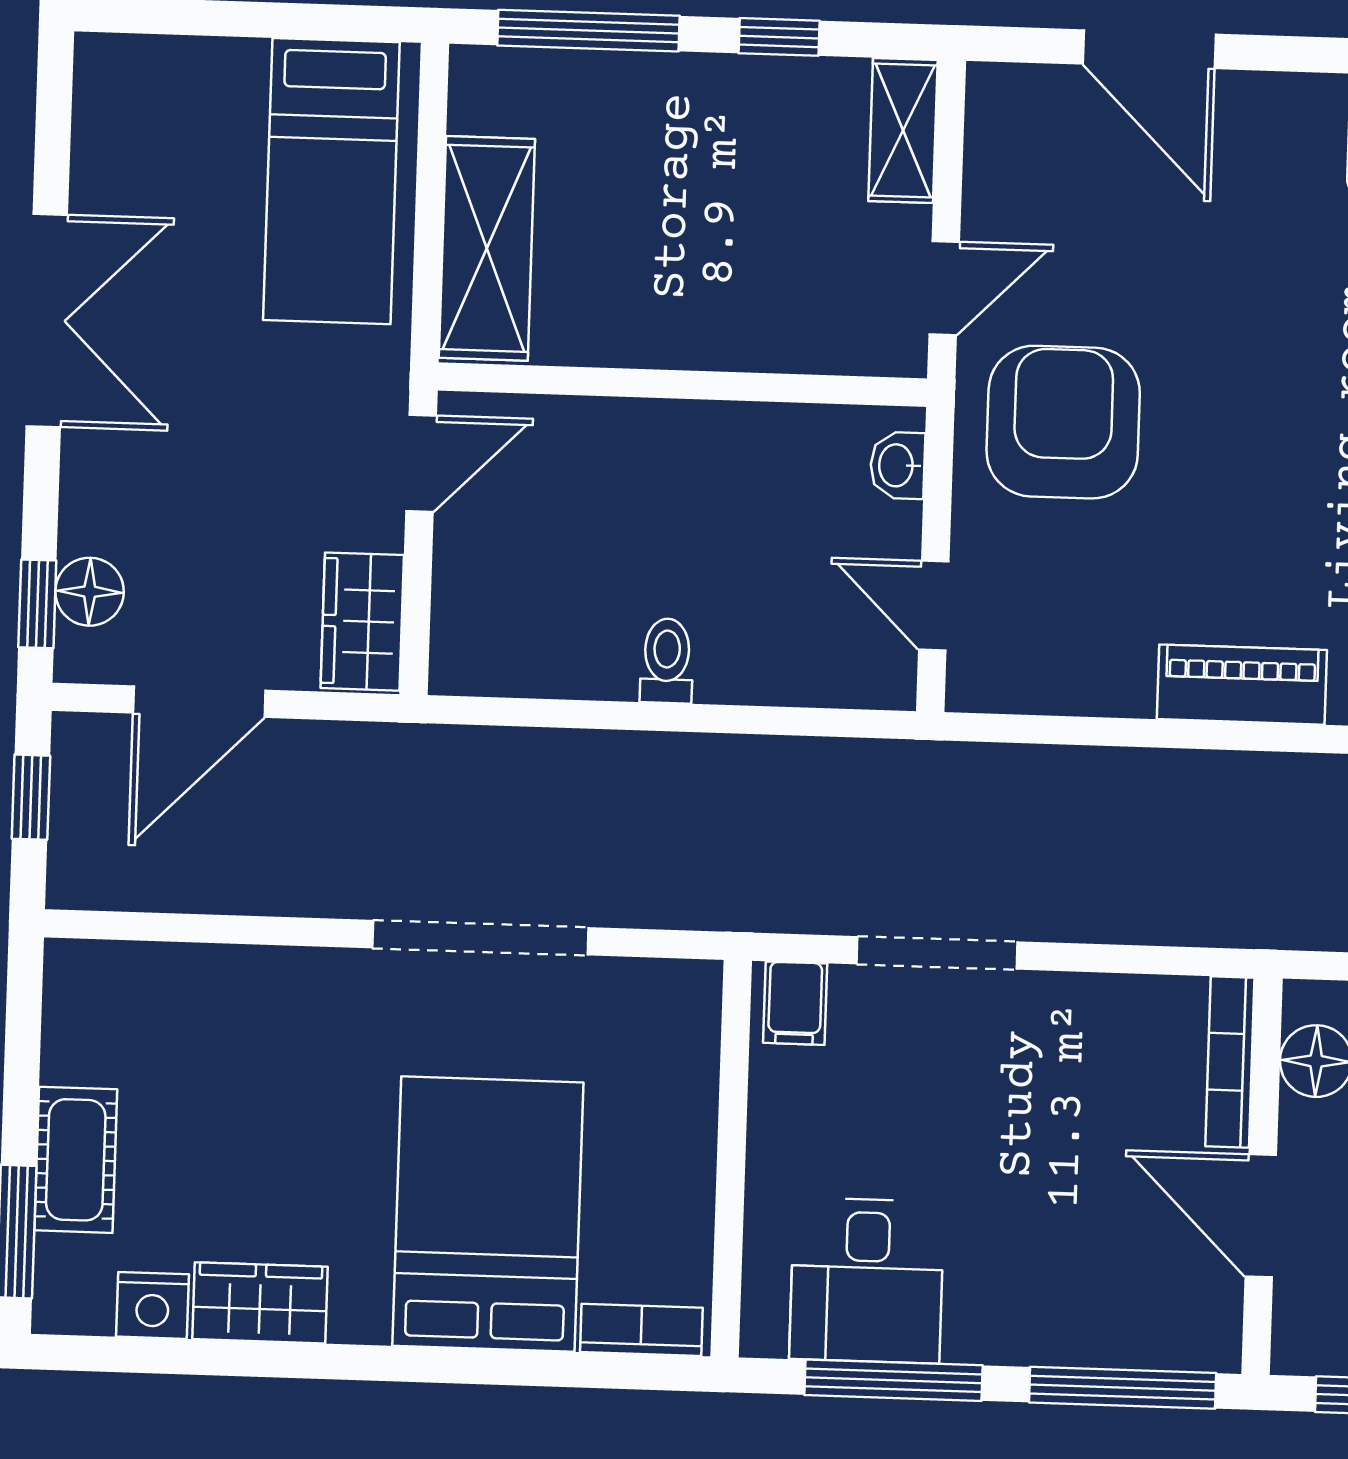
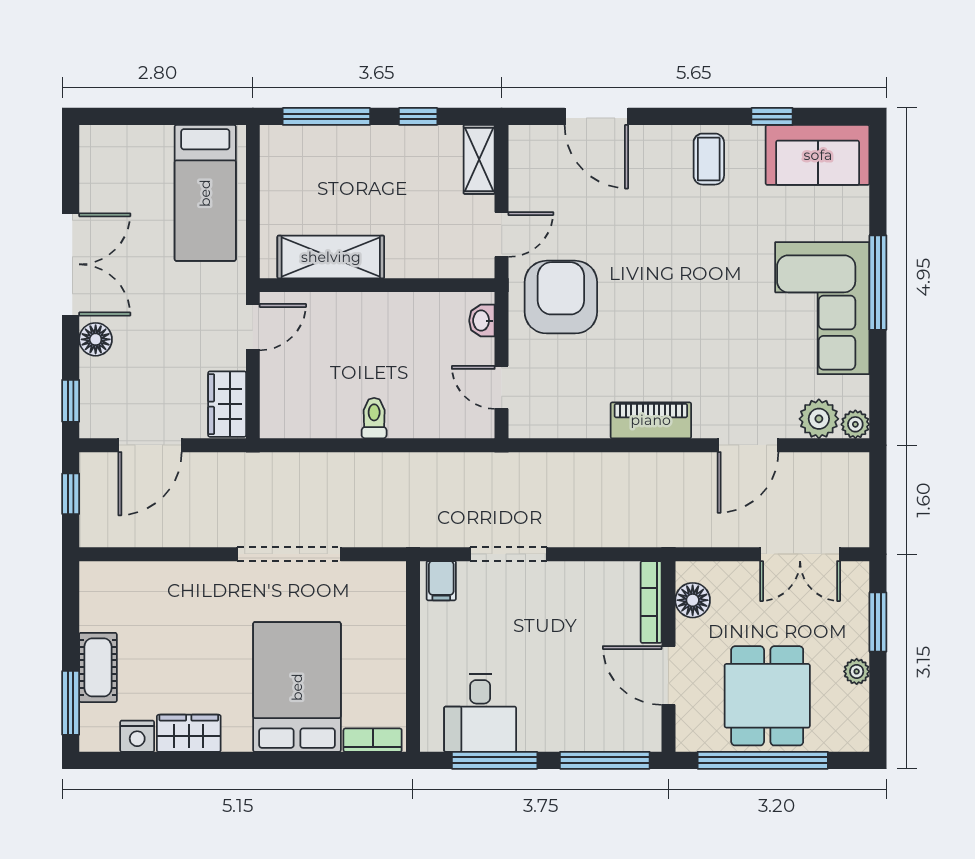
shelving: (487, 248) -> (331, 257), moved, turned 90
floor lamp: (90, 592) -> (96, 339), moved

